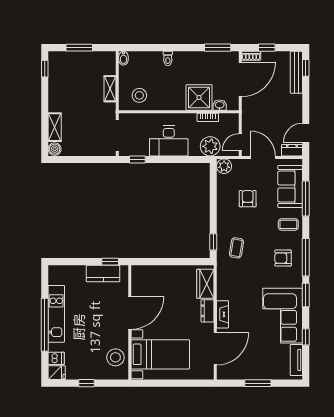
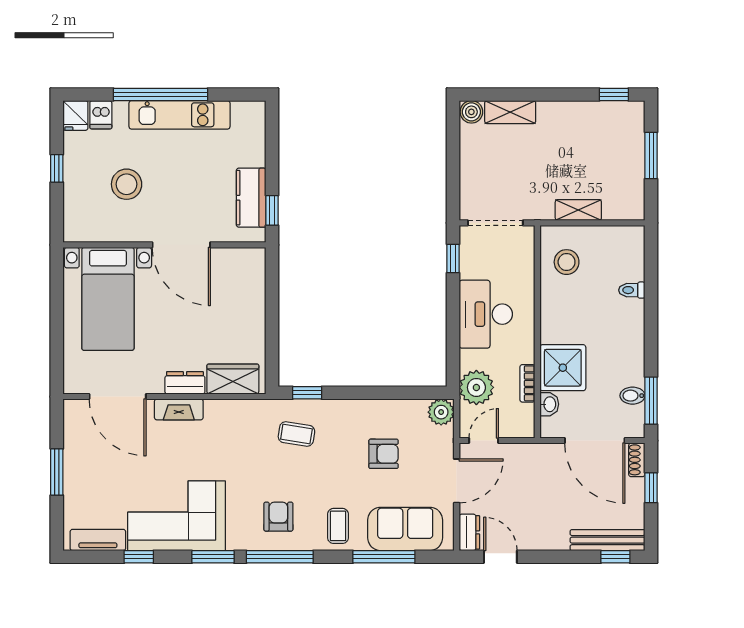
bidet: (123, 58) -> (632, 396), moved
toilet: (168, 59) -> (632, 290), moved
door: (240, 142) -> (484, 441), hinge flipped
stool: (115, 357) -> (127, 184), moved

